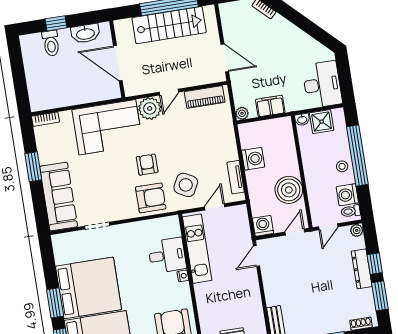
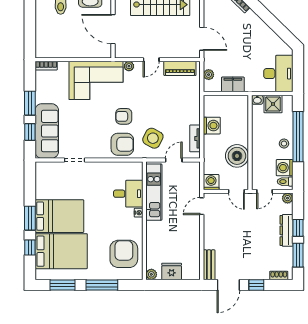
plant: (150, 108) -> (129, 66), width x0.53, depth x0.53
plant: (242, 113) -> (209, 75), moved
armchair: (147, 165) -> (124, 116), turned -90
window: (39, 201) -> (30, 132), added
door: (295, 232) -> (236, 191), swing flipped
bed: (89, 288) -> (59, 216), width x0.73

